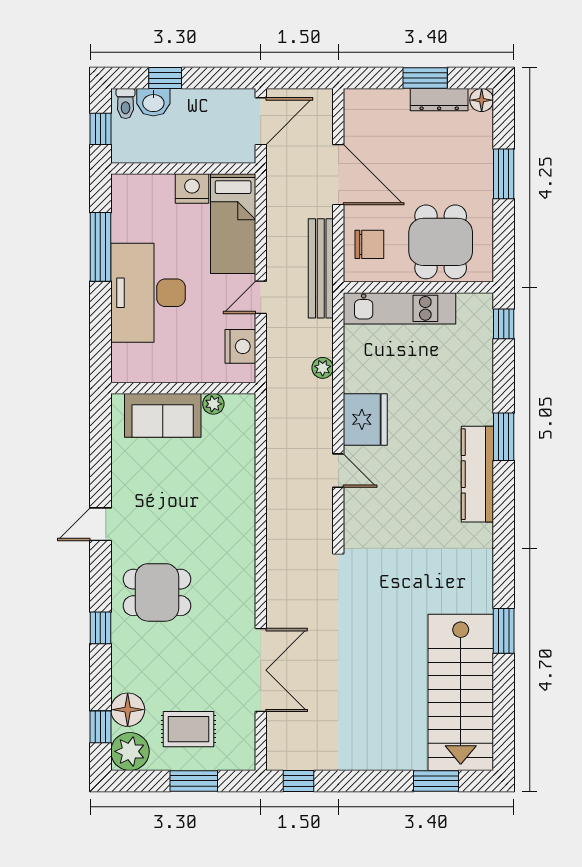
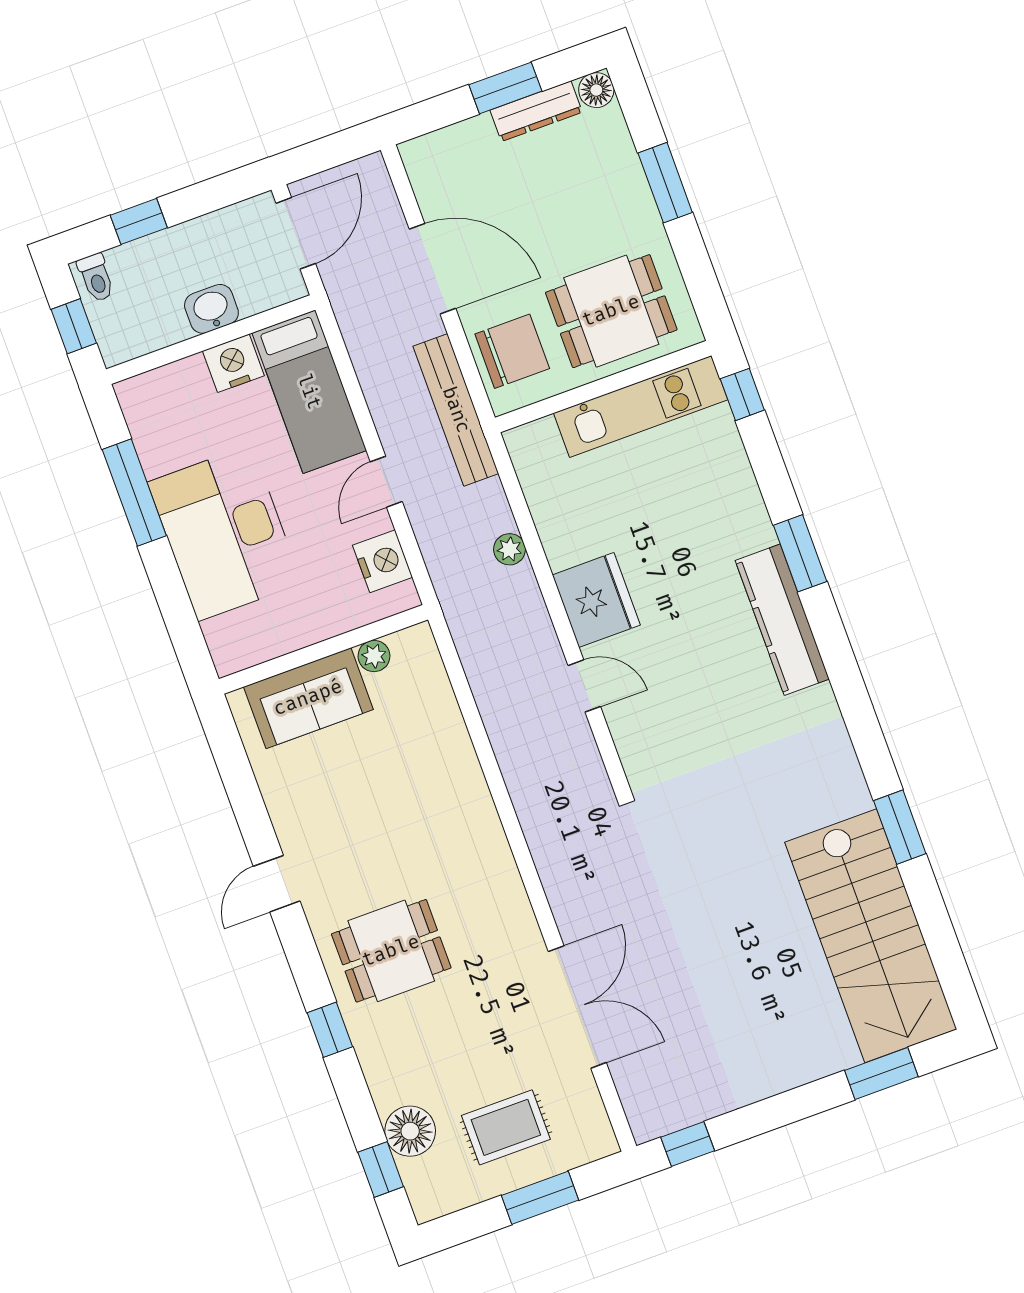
washbasin: (153, 102) -> (211, 309), moved, turned 180
dining table: (441, 242) -> (611, 311), turned 90
chair: (369, 244) -> (512, 351), width x1.37, depth x1.37
kitchen unit: (400, 308) -> (641, 406), moved
plant: (130, 751) -> (435, 1189), removed

